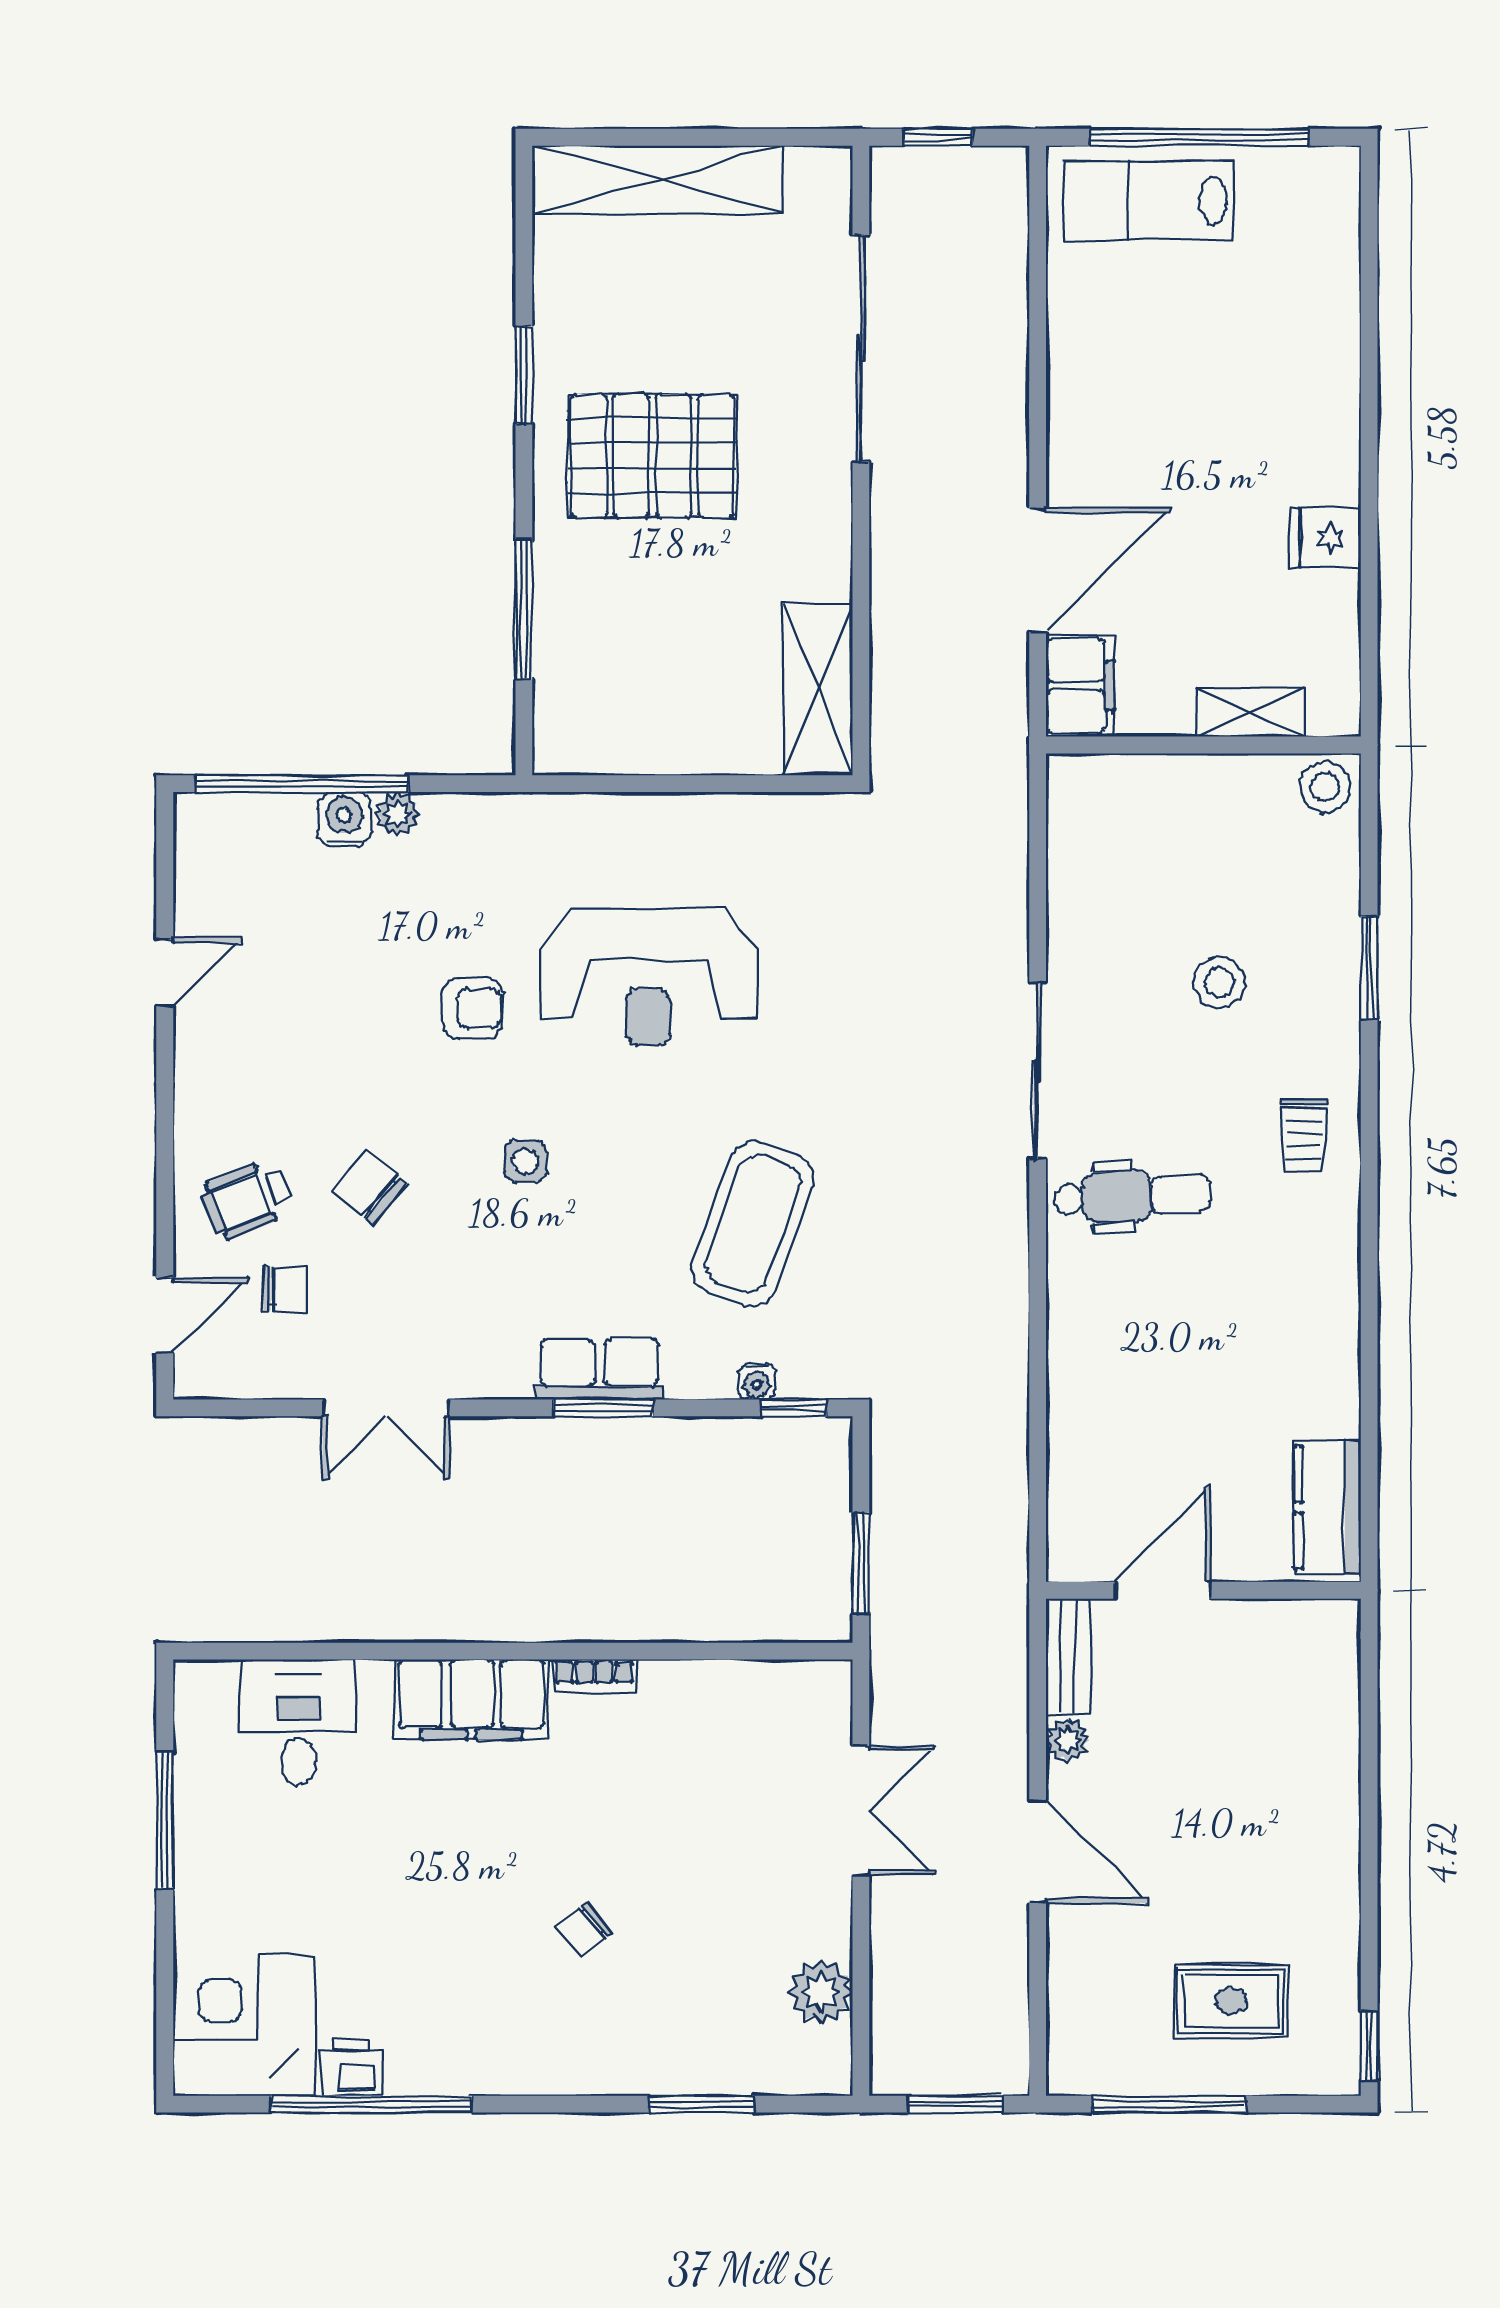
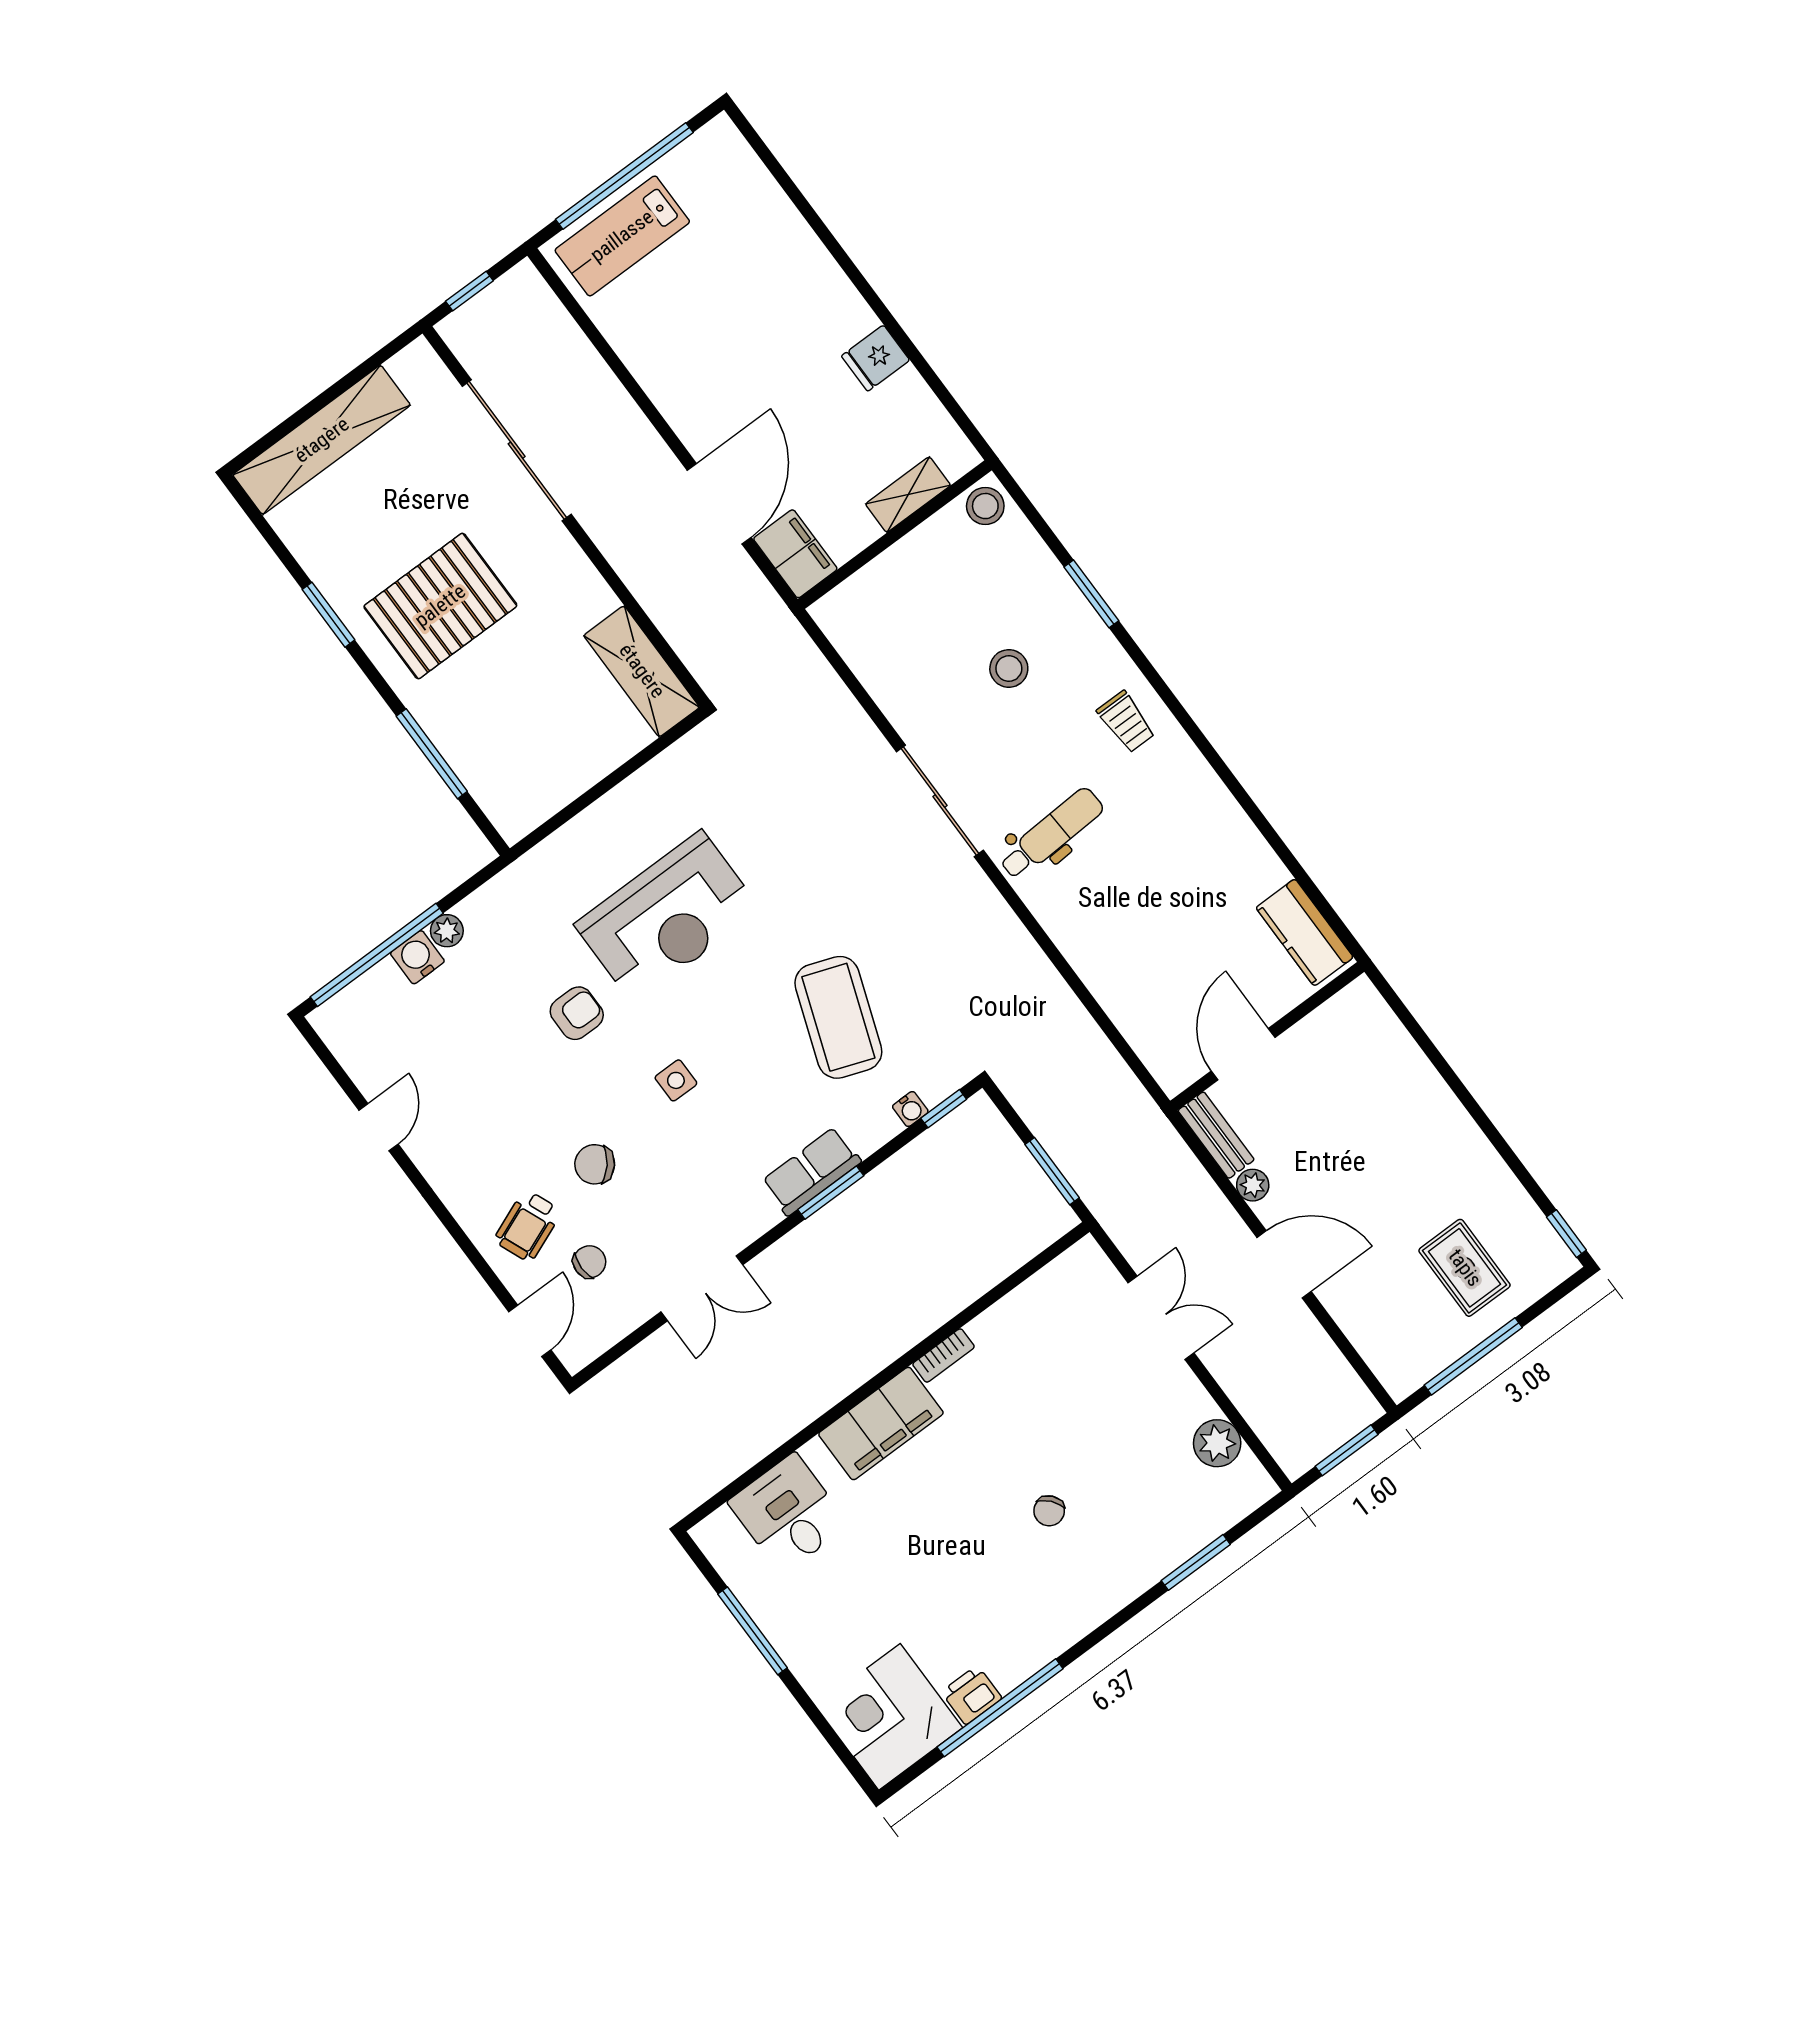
rug: (1231, 2001) -> (1465, 1268), turned 90

